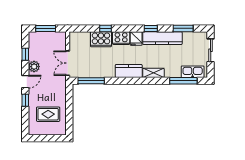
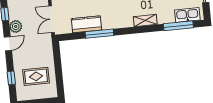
kitchen counter: (129, 71) -> (86, 24), moved
window: (91, 81) -> (99, 34), moved
window: (25, 100) -> (11, 78), moved

